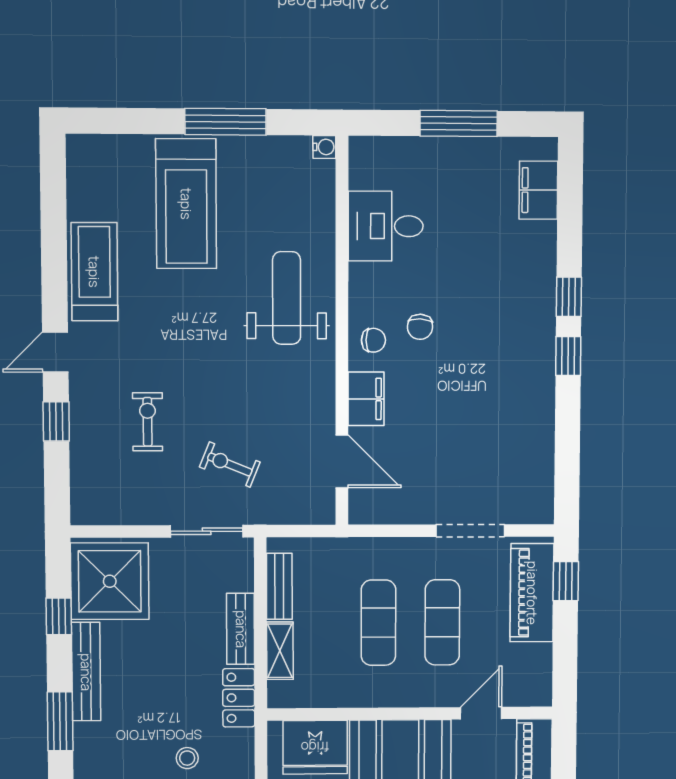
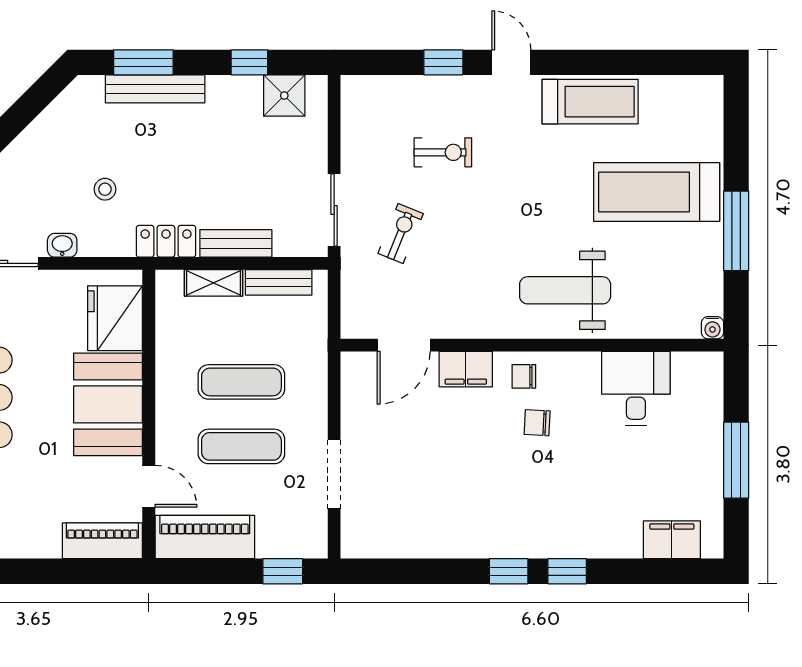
weight bench: (287, 298) -> (565, 290), turned 180
chair: (373, 340) -> (524, 376), turned 90
shower: (110, 581) -> (284, 96), width x0.54, depth x0.54
piano: (532, 593) -> (205, 537), moved
bench: (86, 672) -> (155, 89), moved

